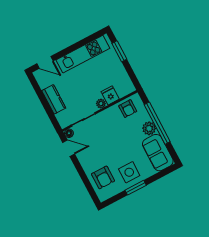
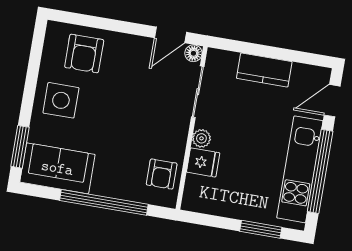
window: (77, 45) -> (320, 171), added
armchair: (128, 109) -> (162, 174), turned -90
plant: (149, 128) -> (105, 183), removed
armchair: (103, 177) -> (84, 54), turned -90
window: (136, 188) -> (20, 147), moved

